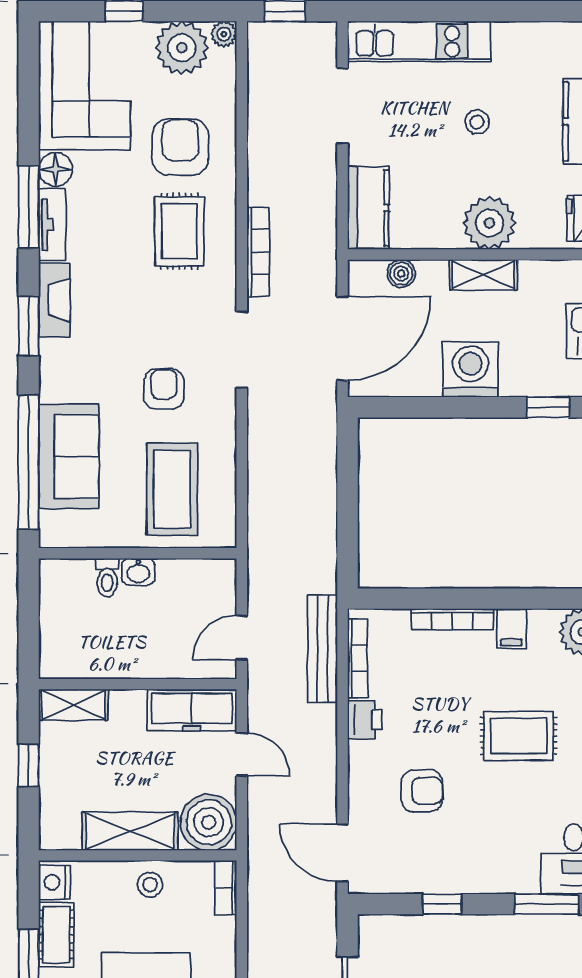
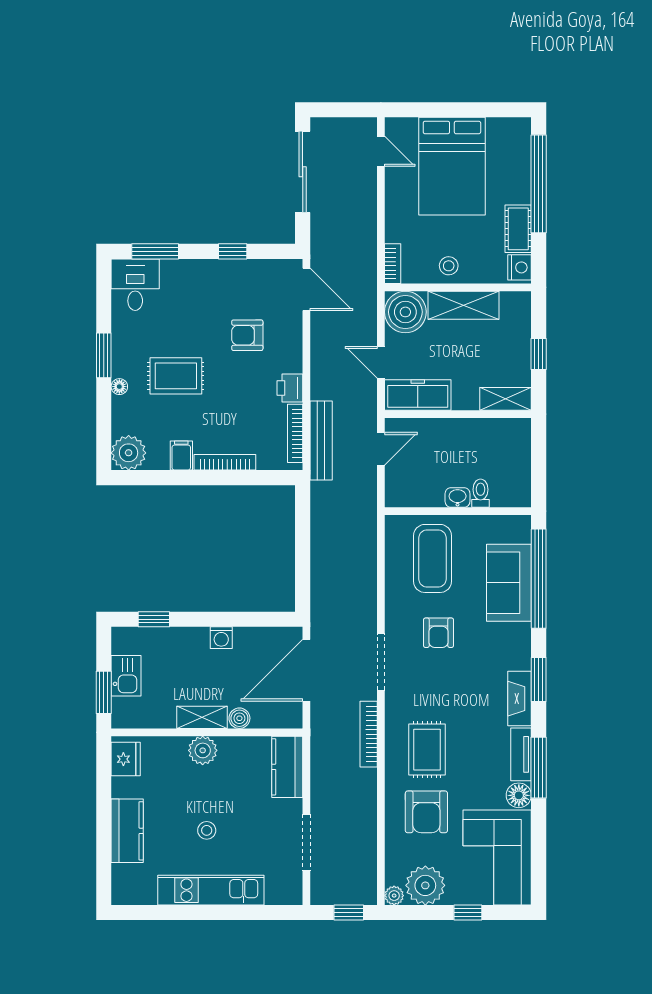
kitchen unit: (419, 41) -> (211, 890), moved
plant: (489, 223) -> (203, 750), width x0.73, depth x0.73
boiler: (401, 274) -> (239, 718), moved
washing machine: (470, 369) -> (221, 638), width x0.53, depth x0.53

